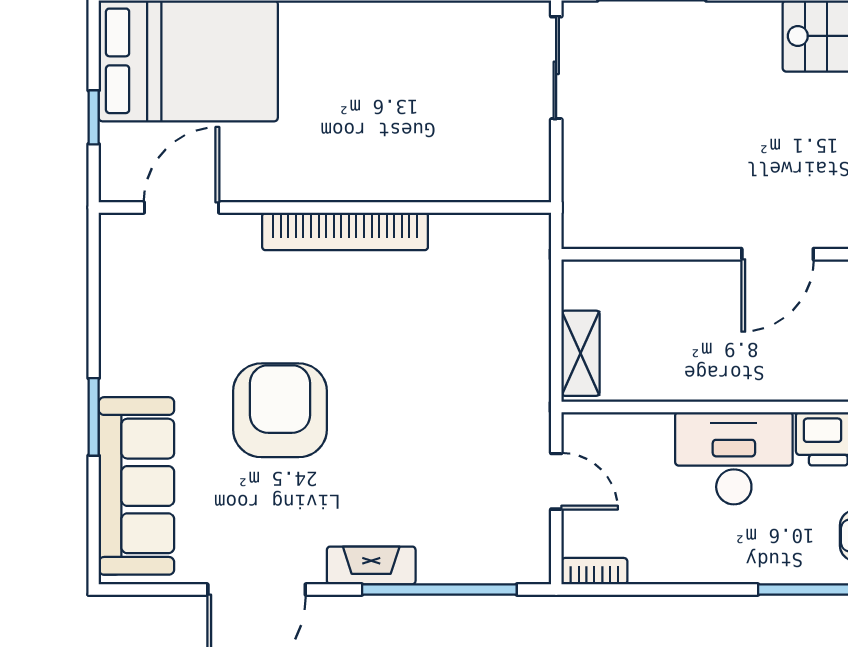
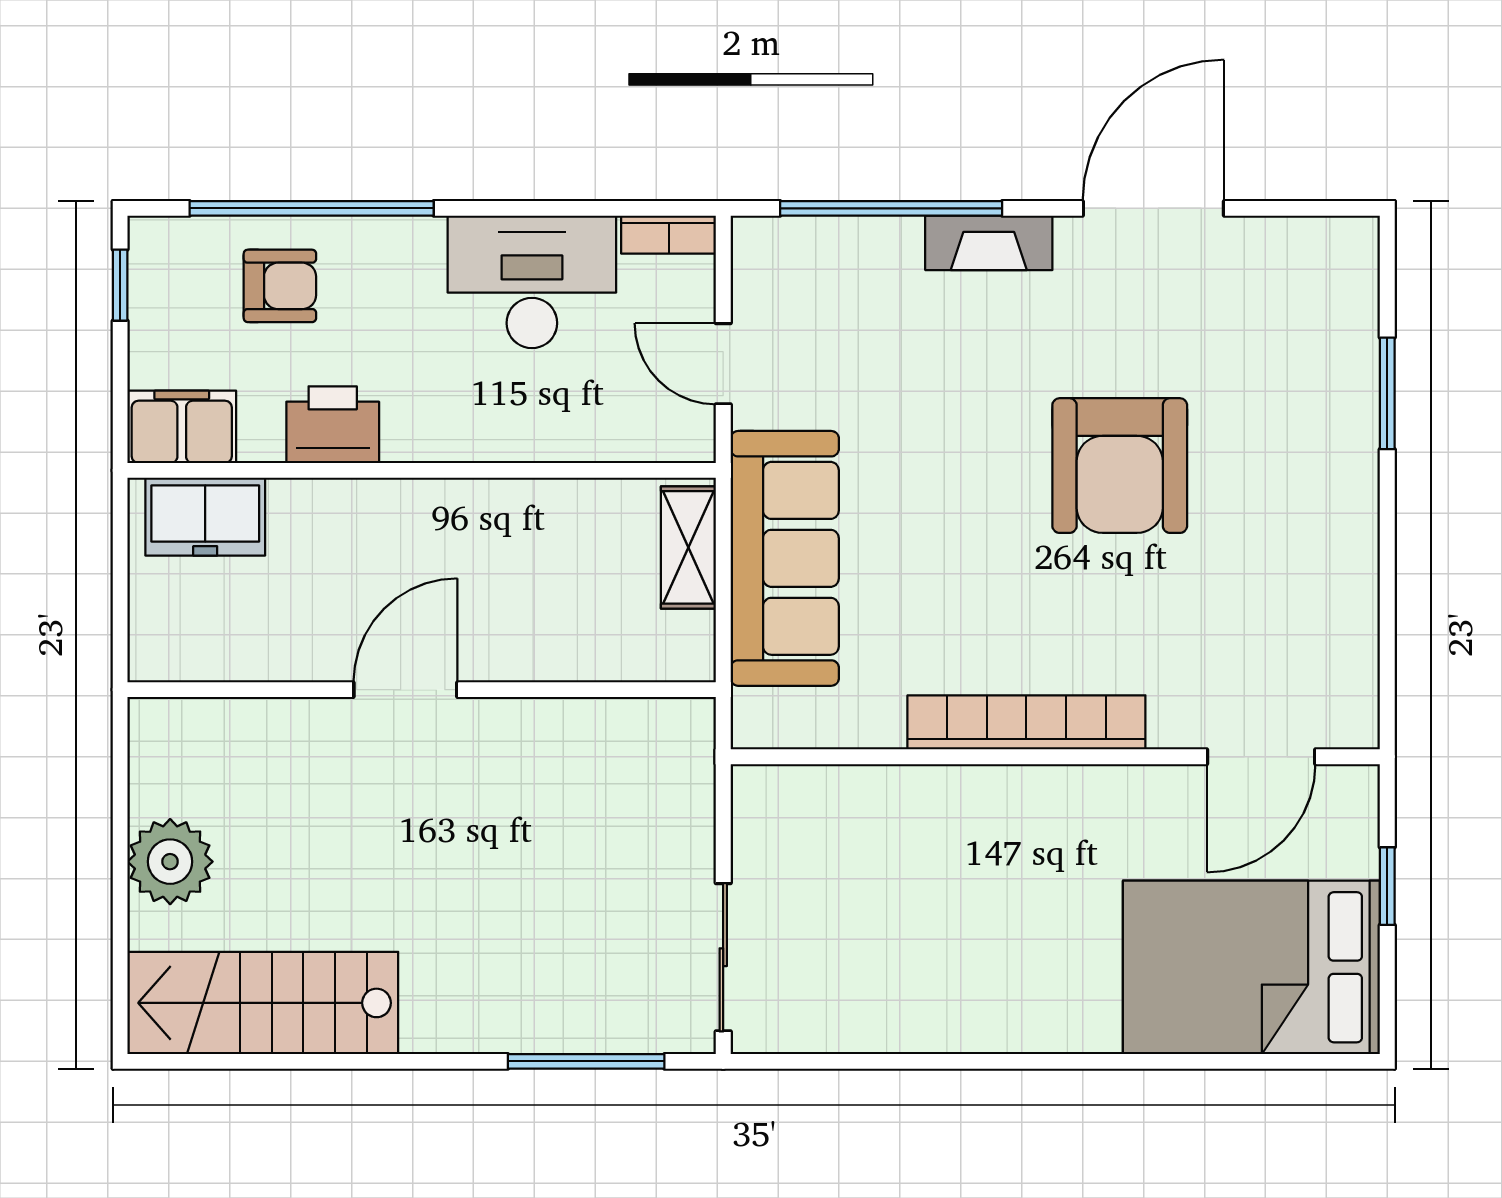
window: (94, 417) -> (1387, 393), moved
desk: (734, 458) -> (532, 282), moved, turned 180
sofa: (136, 486) -> (785, 558), moved, turned 180

